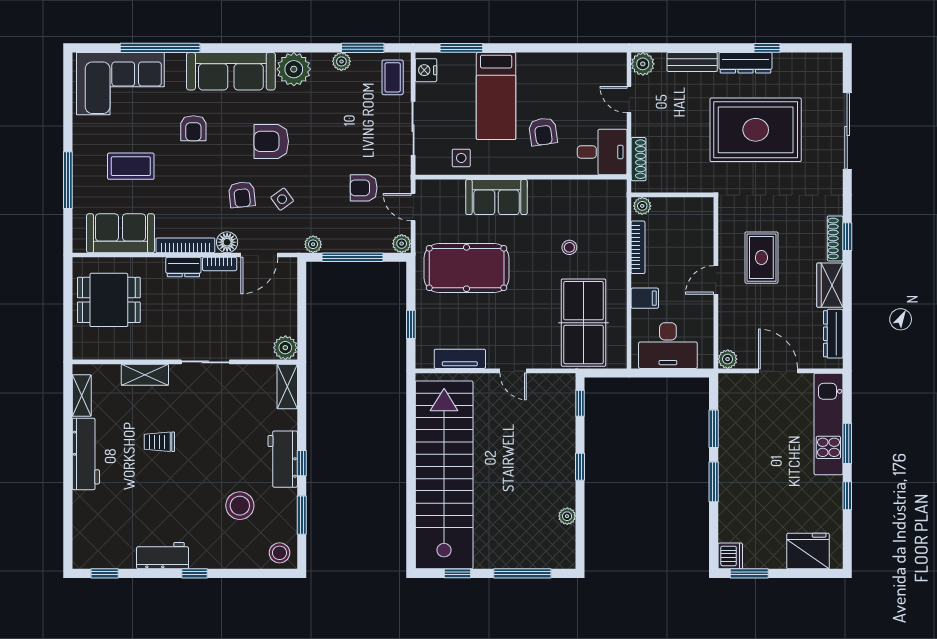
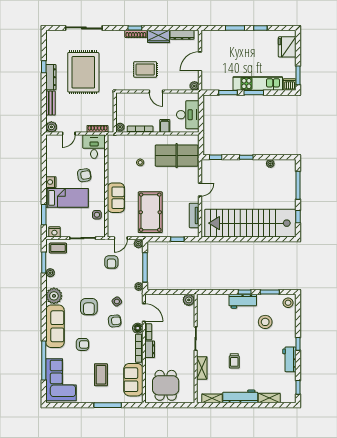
nightstand: (529, 63) -> (51, 182), added
shelving: (287, 387) -> (269, 398), moved
kitchen unit: (828, 424) -> (258, 84), moved, turned 180

